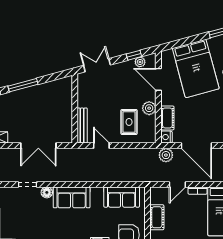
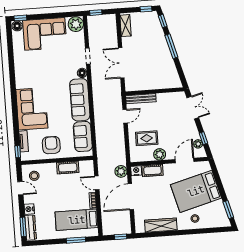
sofa: (72, 197) -> (80, 100), width x1.36

